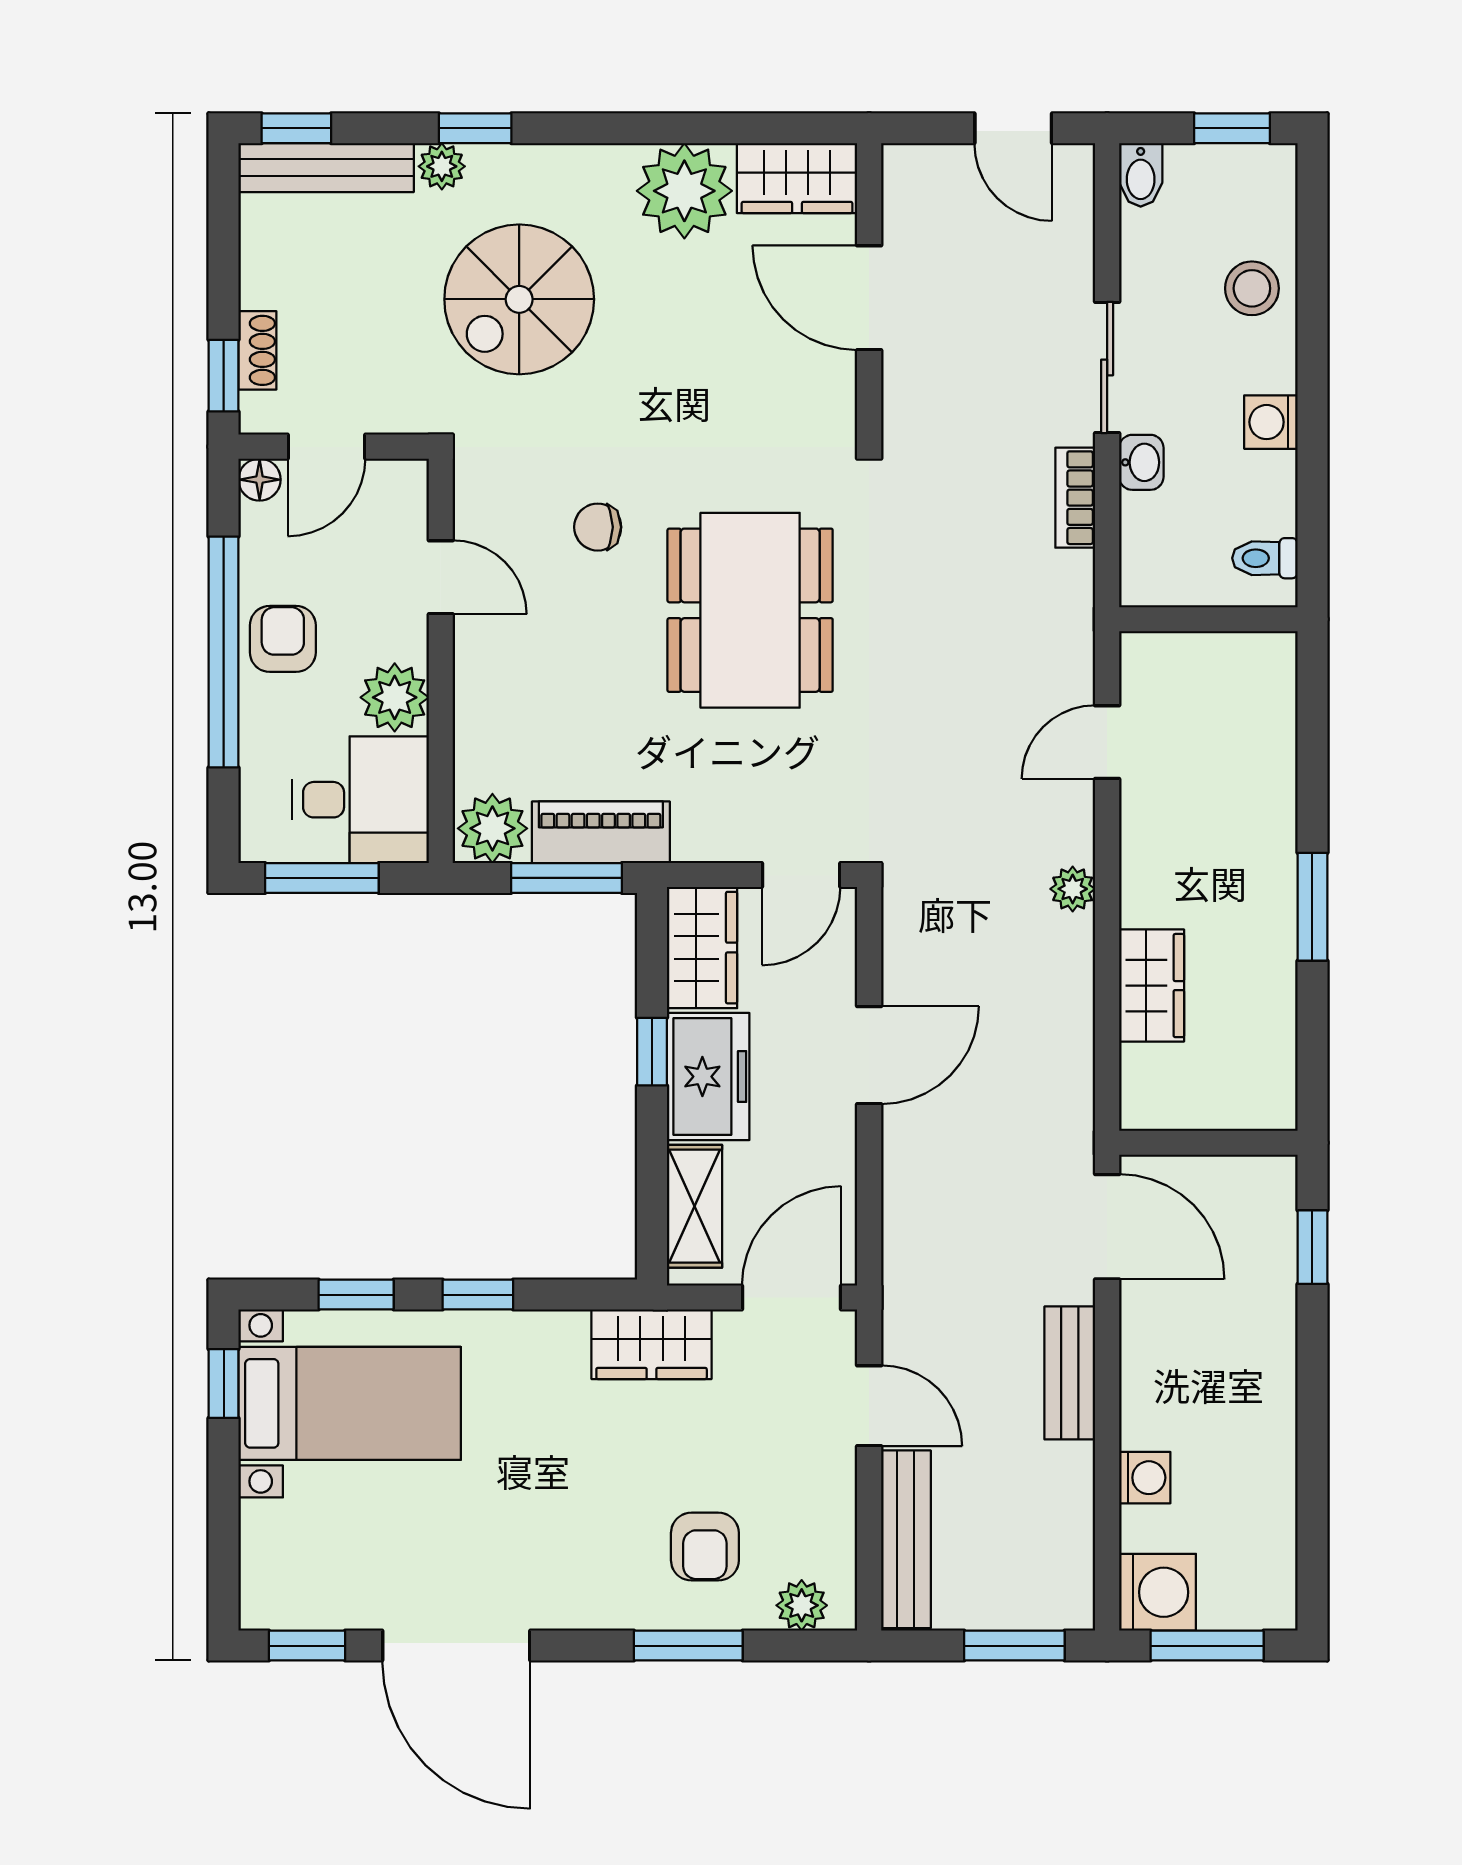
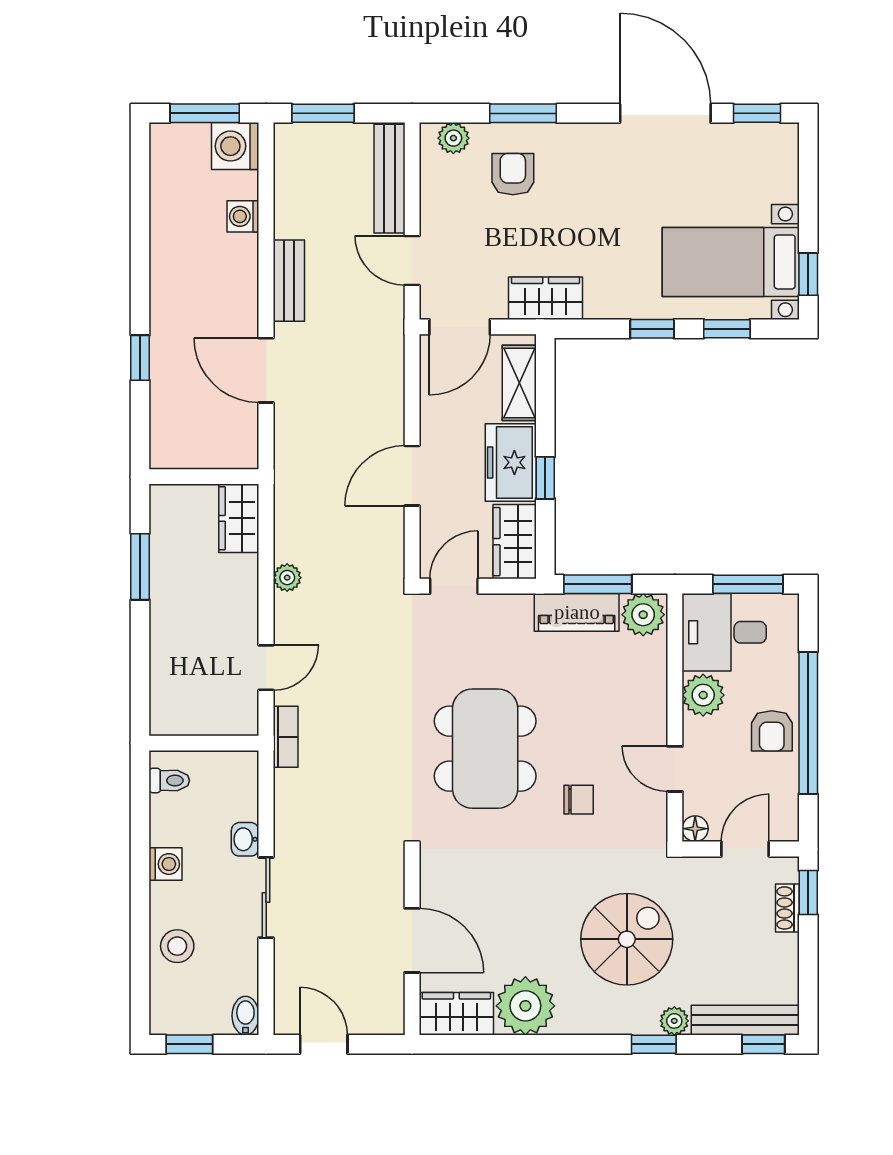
floor lamp: (260, 480) -> (695, 829), moved
bookcase: (1075, 498) -> (286, 737), moved
wall: (1208, 1143) -> (204, 477), moved

